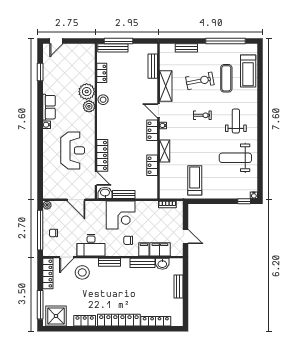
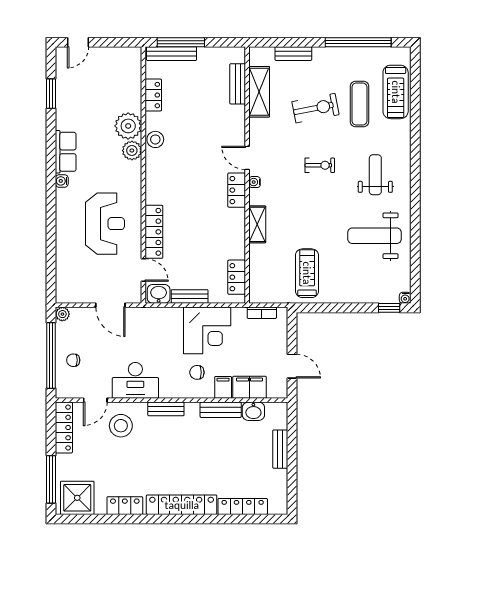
shelving: (166, 86) -> (259, 92), moved
locker: (152, 165) -> (237, 277), moved
corner desk: (121, 215) -> (207, 330), moved

